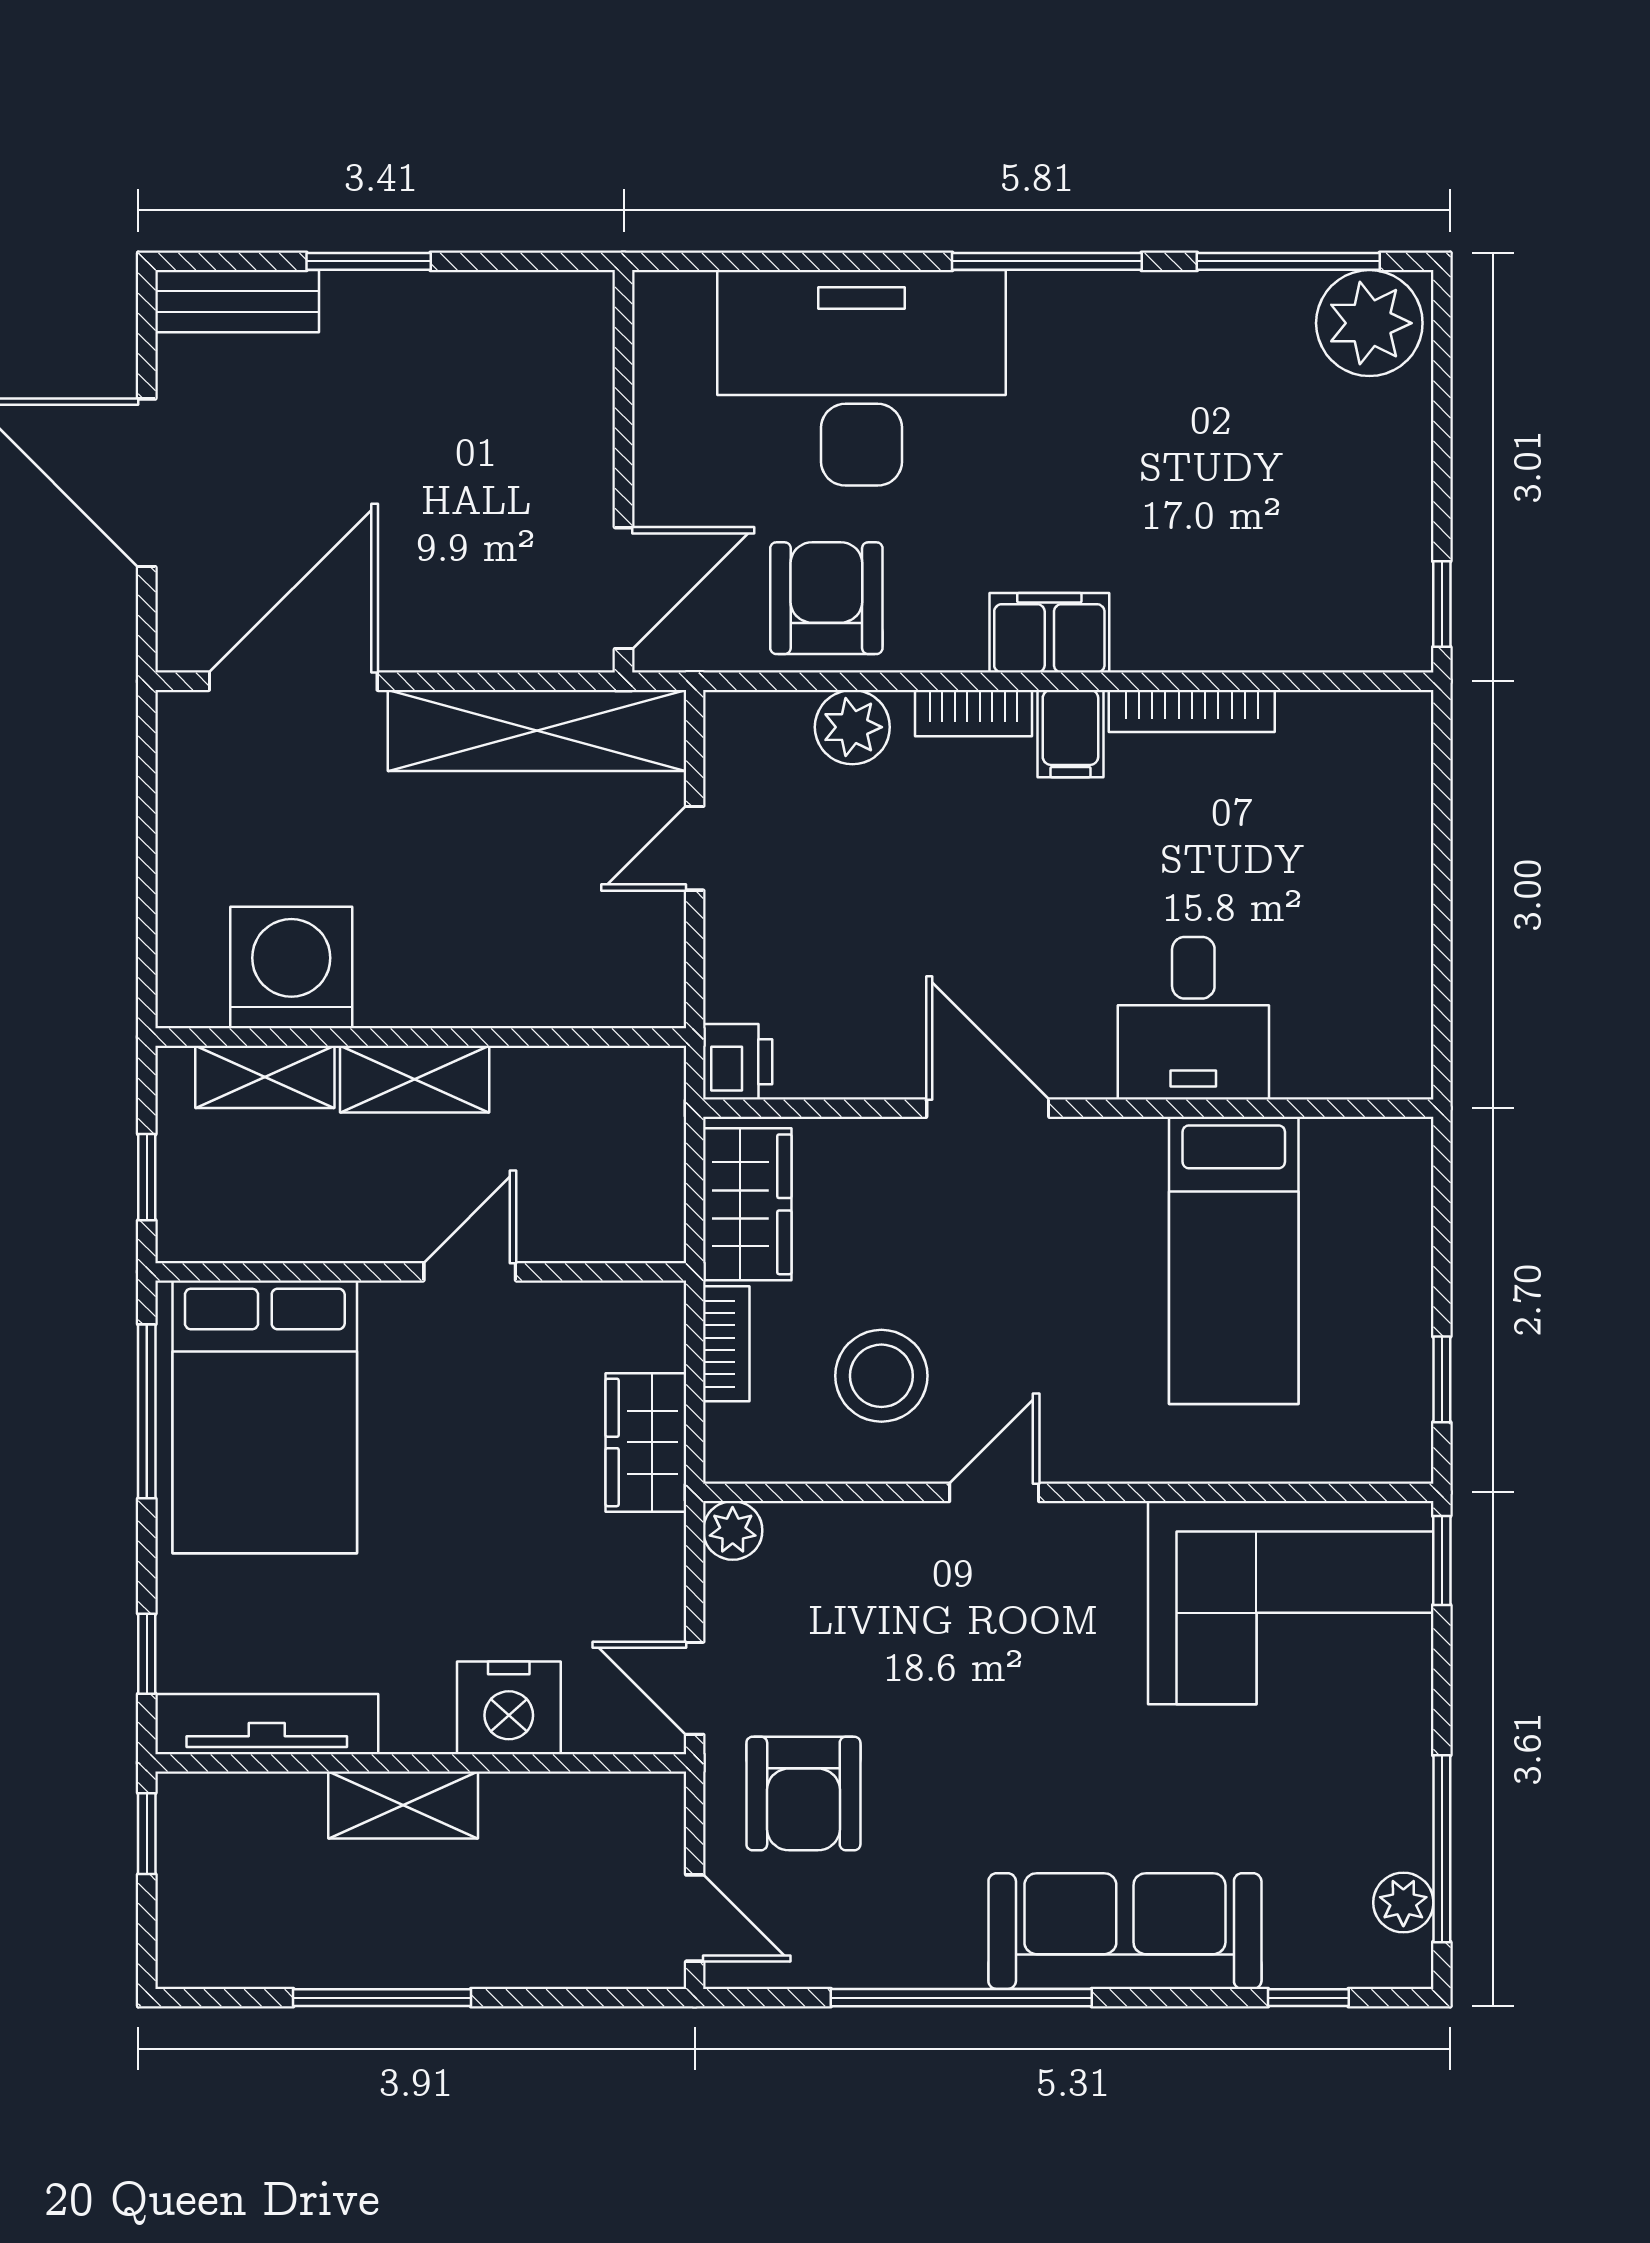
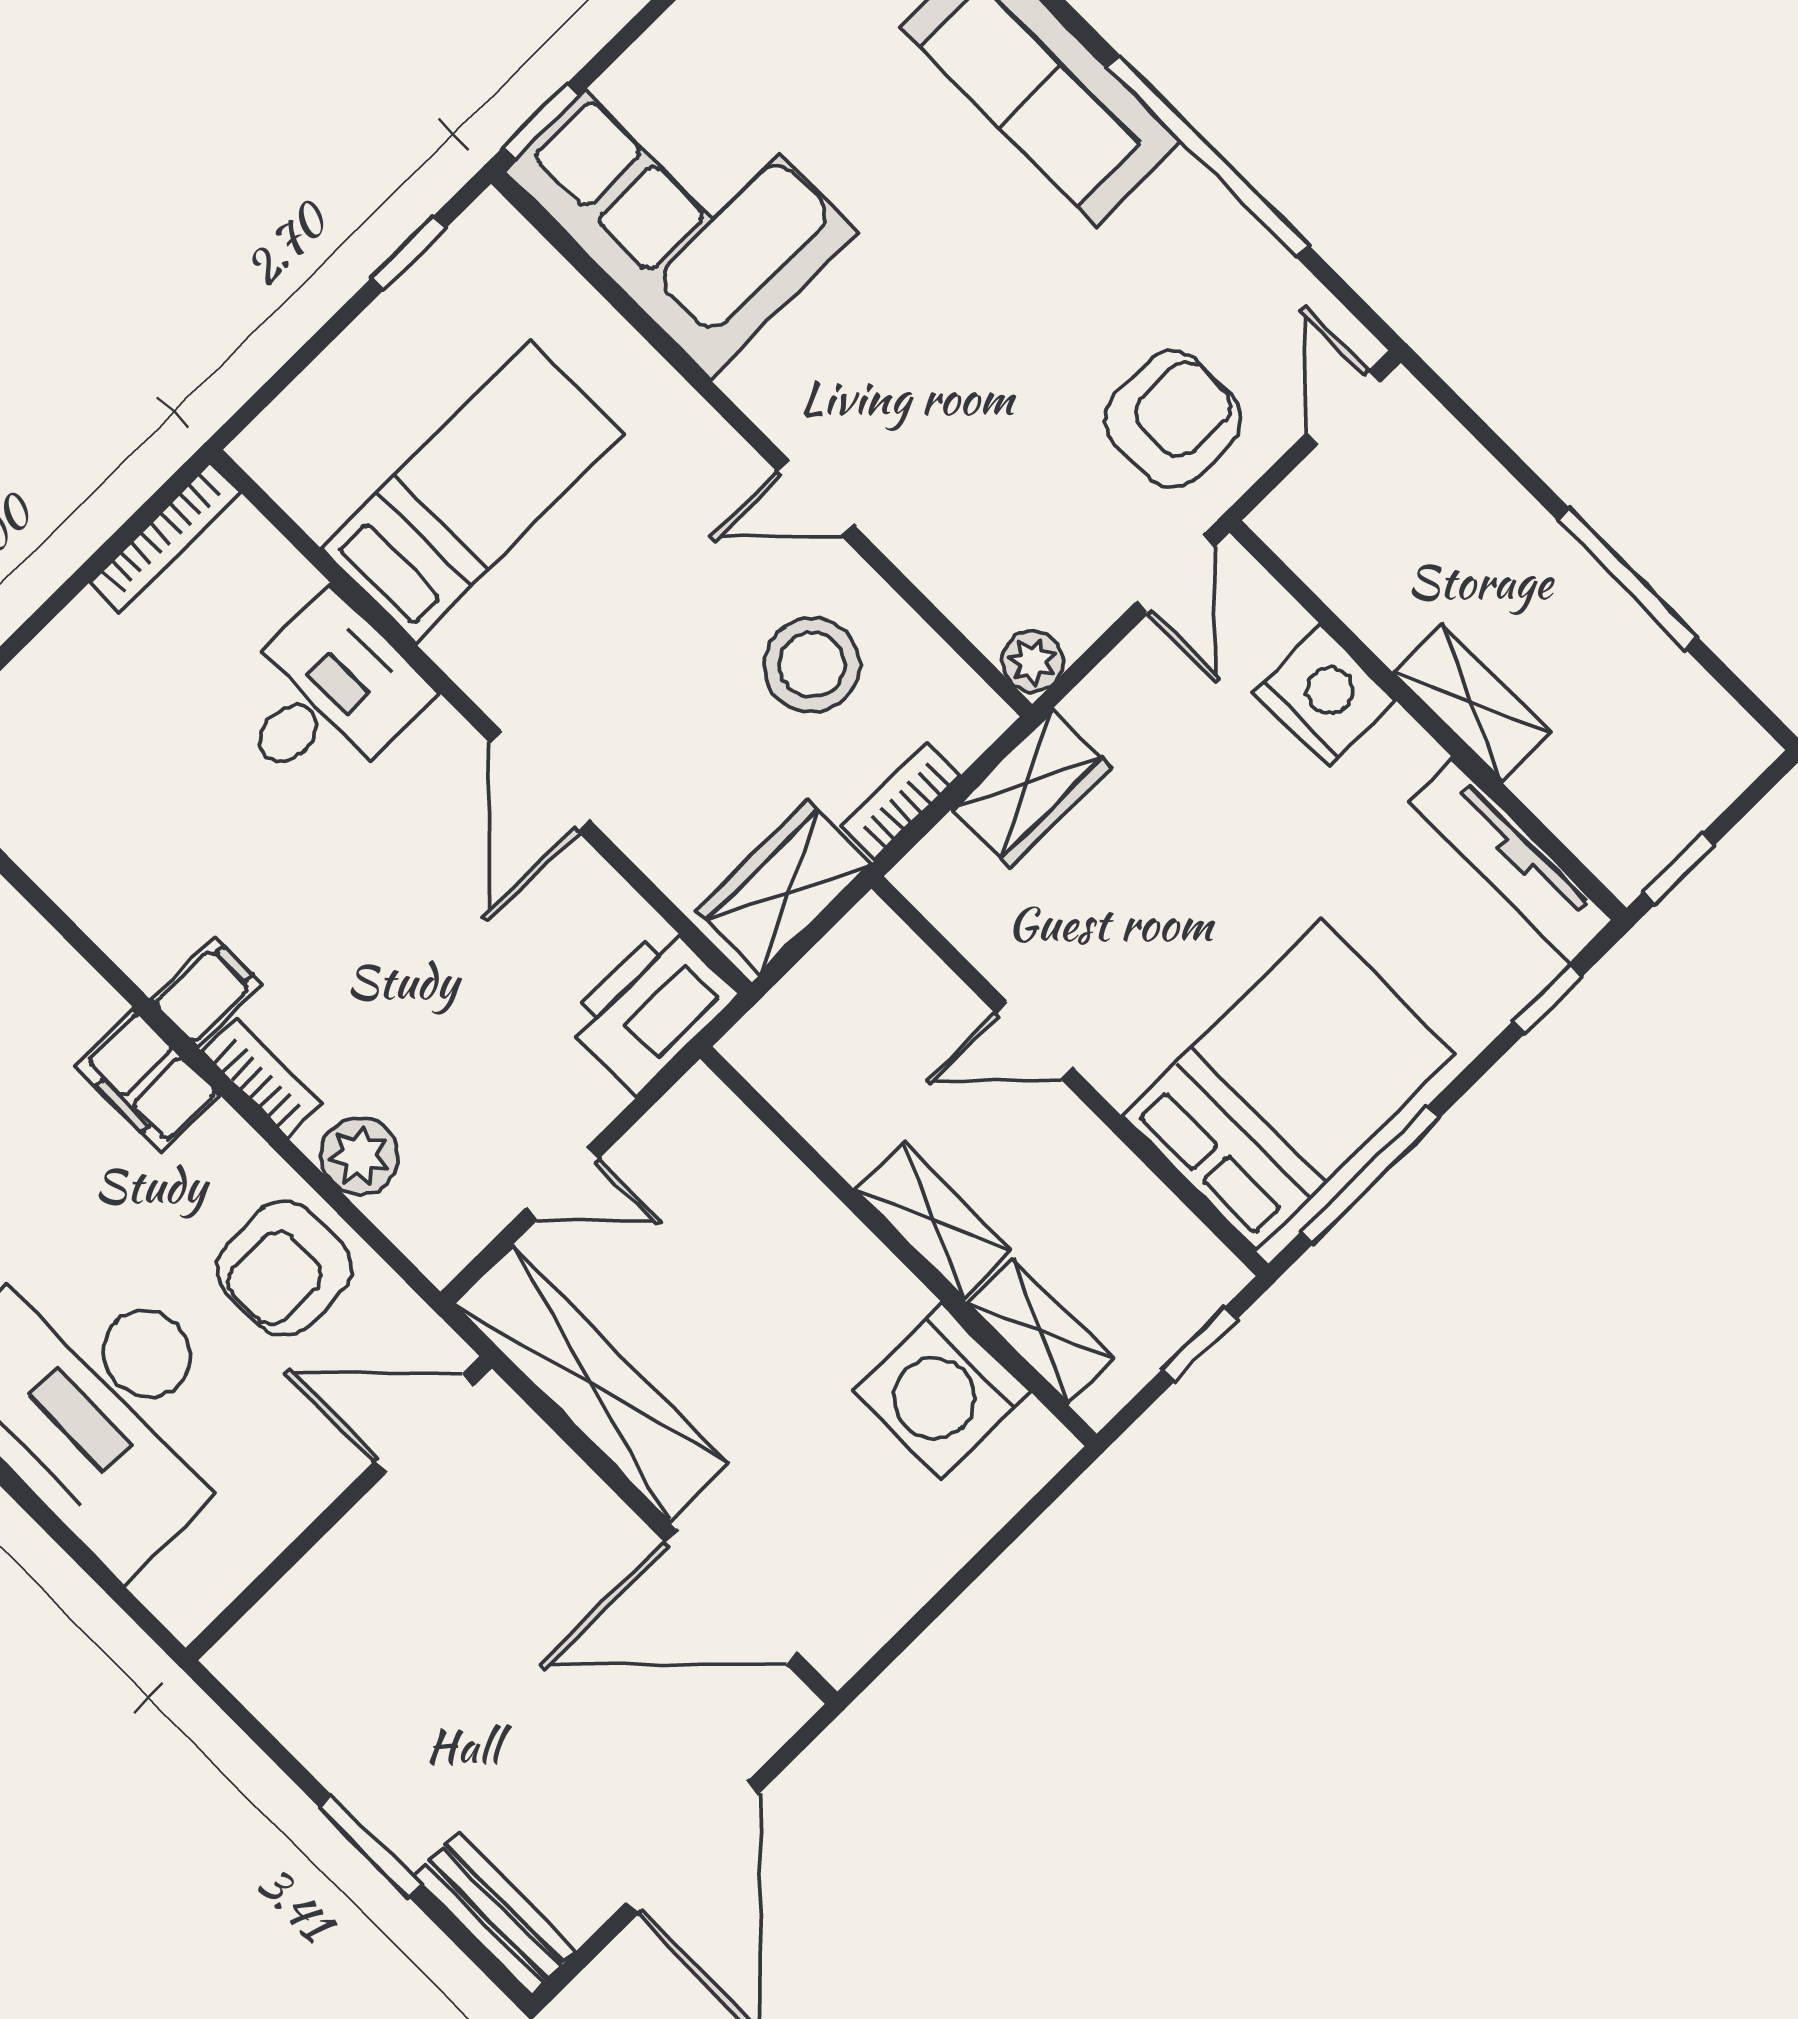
bookcase: (1192, 711) -> (165, 538), moved, turned 90
printer: (738, 1062) -> (651, 1009), width x1.87, depth x1.48

